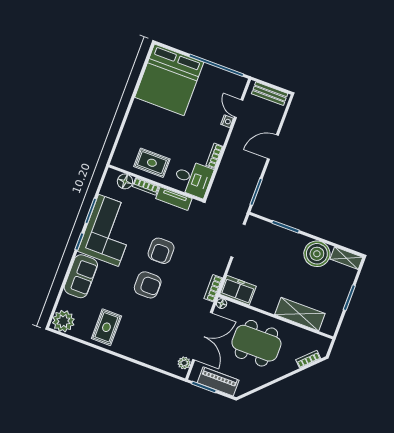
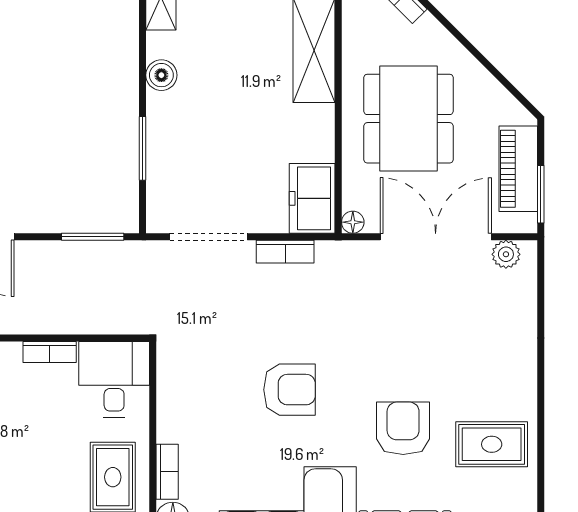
tv unit: (174, 199) -> (170, 403), removed
boiler: (317, 254) -> (161, 75), width x0.54, depth x0.54
armchair: (148, 285) -> (403, 428), moved
bookcase: (213, 288) -> (285, 252), moved

